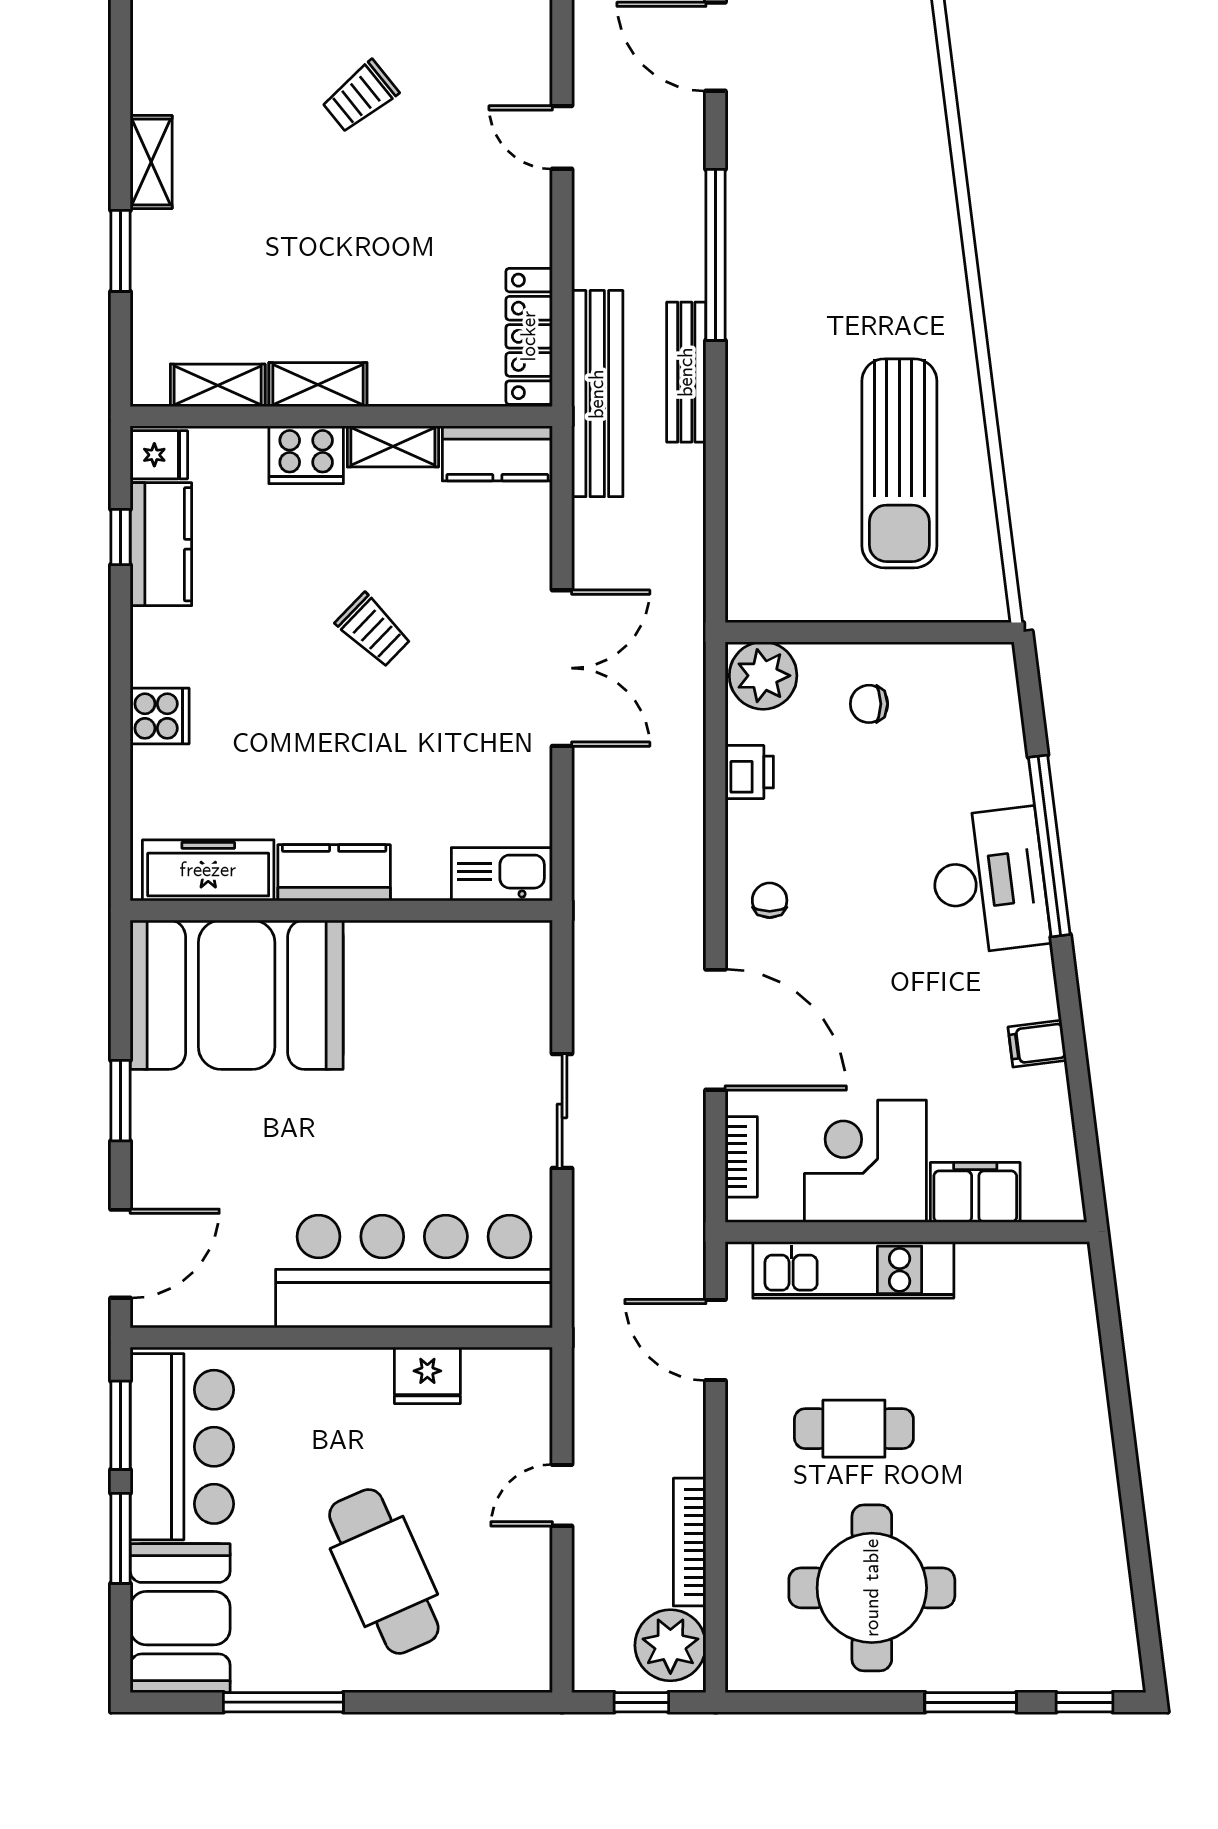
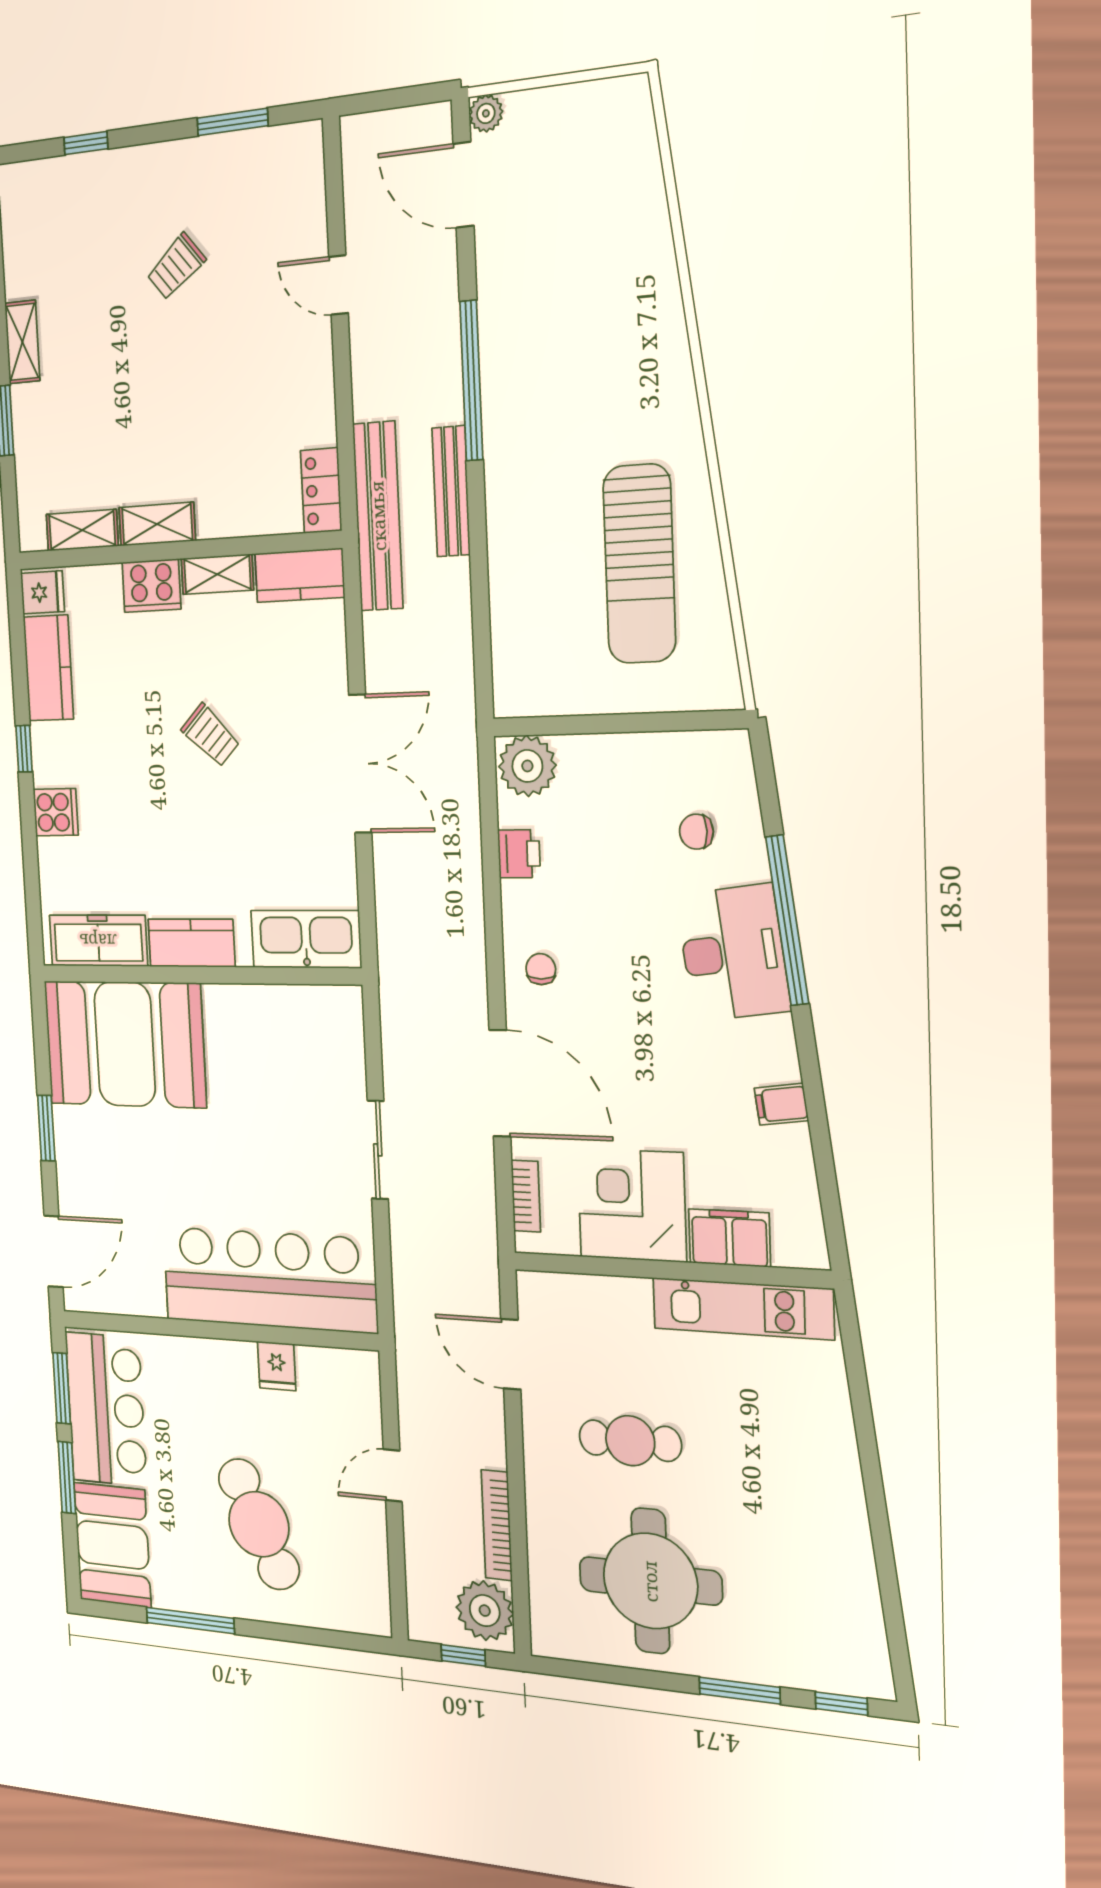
locker: (529, 336) -> (321, 491), width x0.66
window: (121, 537) -> (24, 749), moved
chair: (869, 704) -> (696, 832), moved
kitchen sink: (502, 874) -> (306, 939), width x1.36, depth x1.24
kitchen unit: (853, 1270) -> (743, 1309), moved
fridge: (427, 1375) -> (277, 1366), width x0.72

